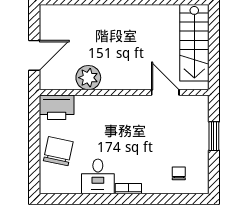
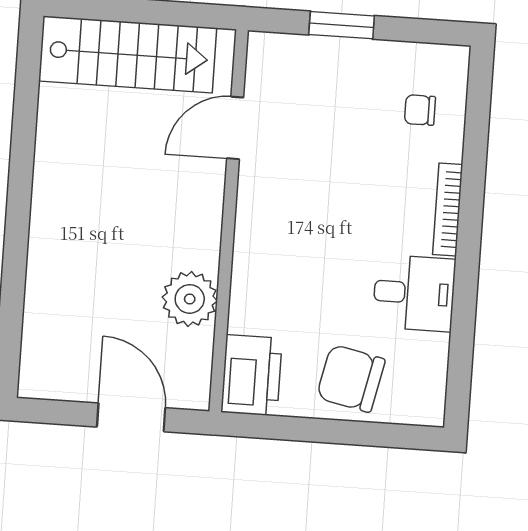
bookcase: (128, 189) -> (448, 209), width x1.56

